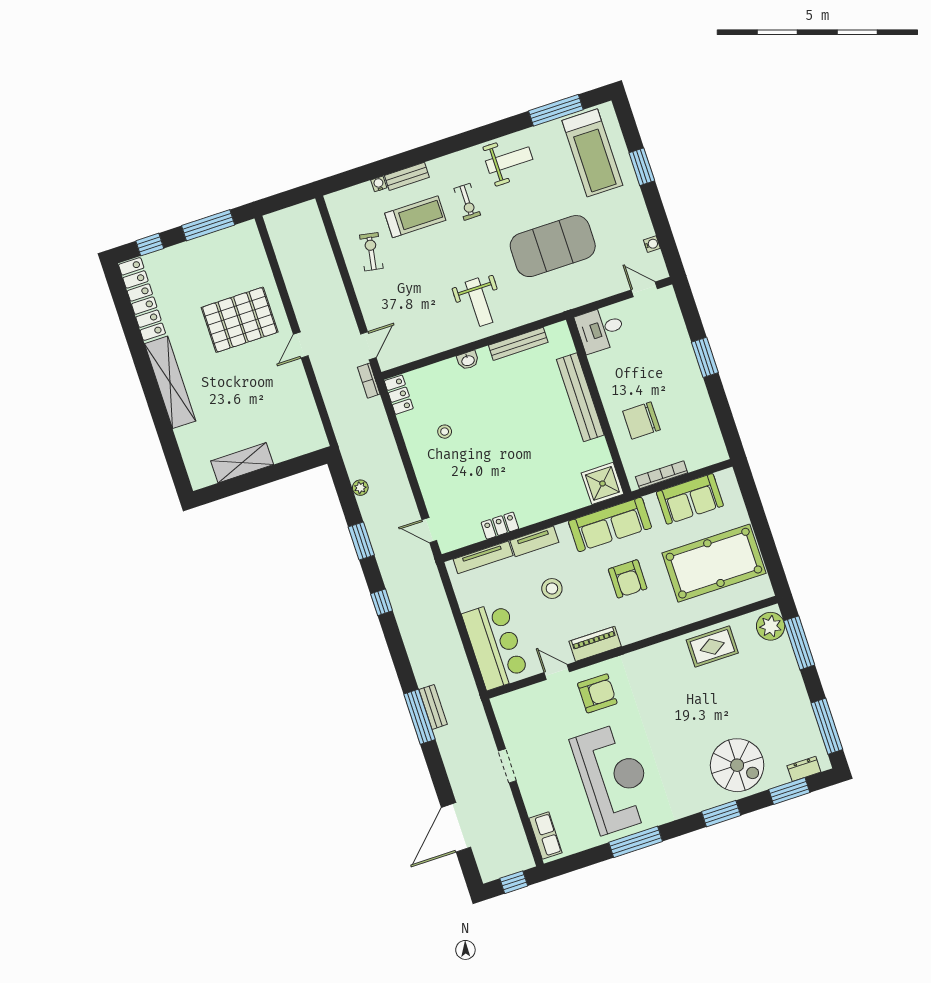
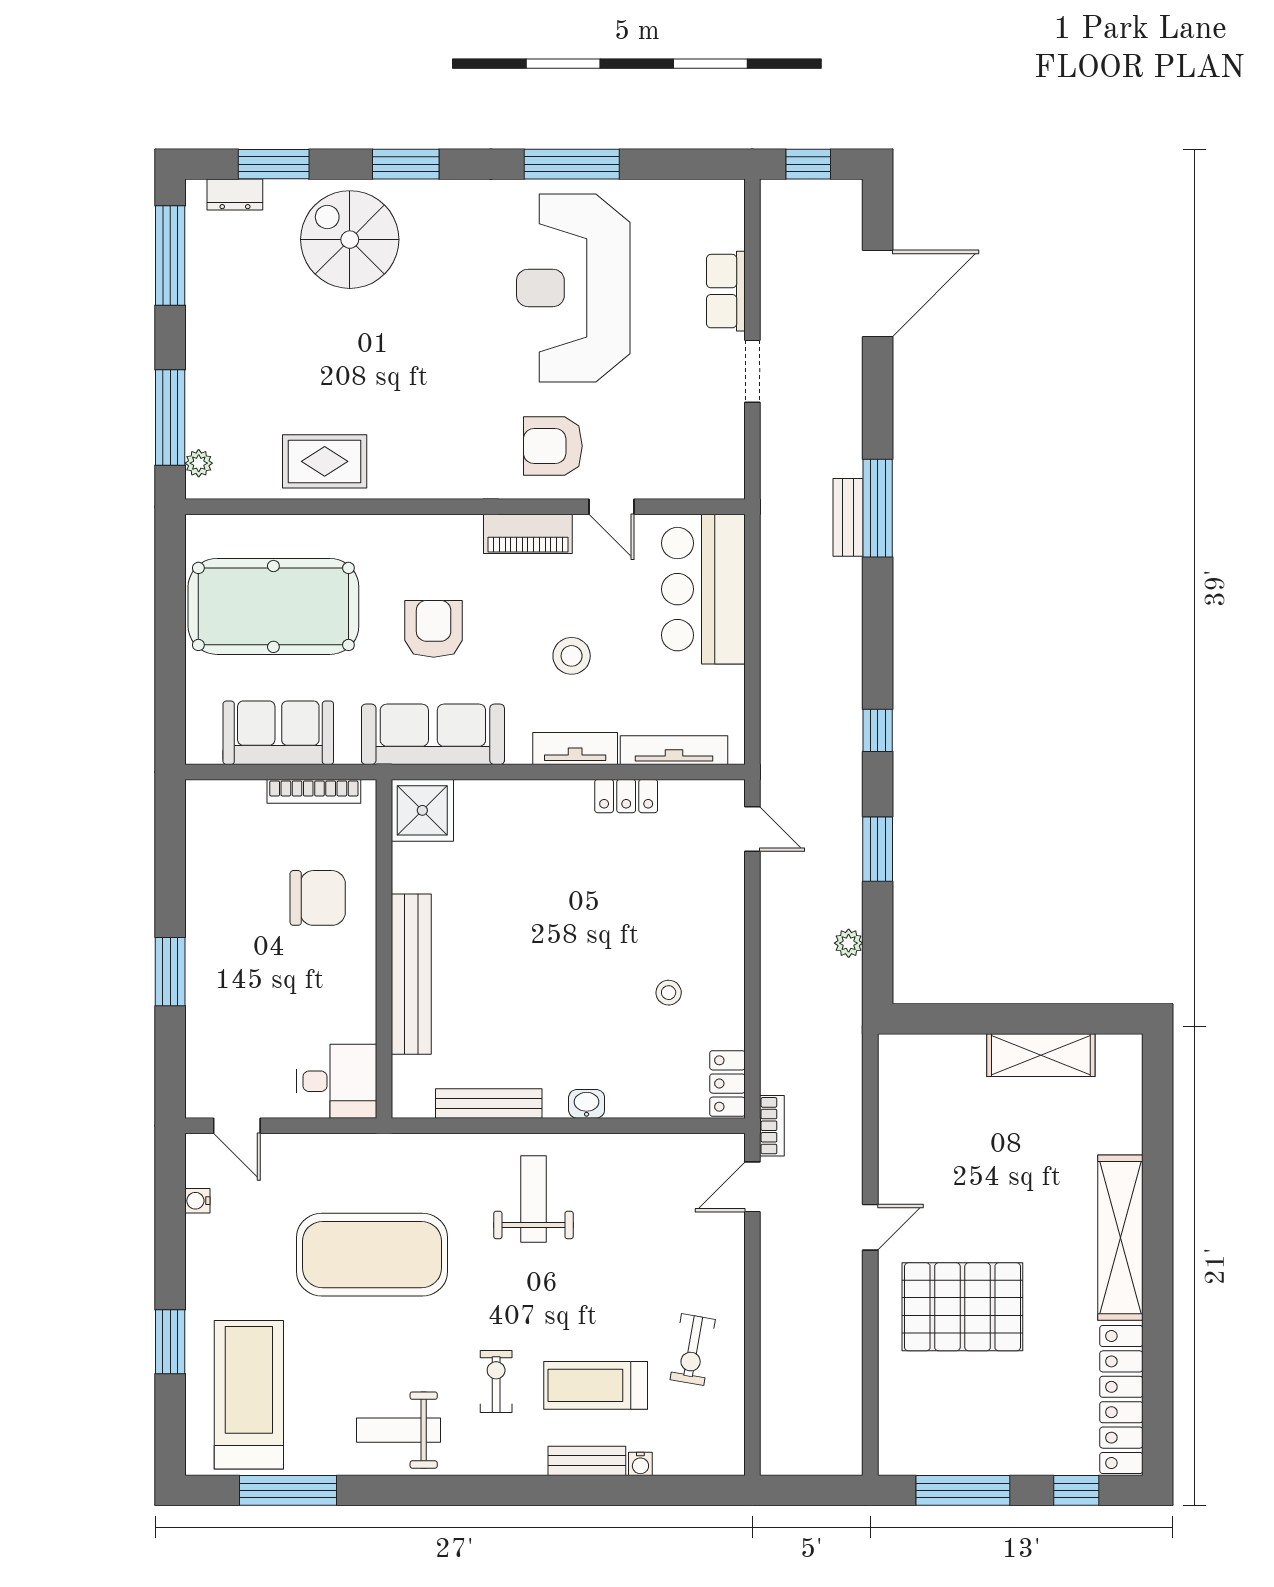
plant: (771, 626) -> (199, 463), width x0.53, depth x0.53
row of seats: (545, 836) -> (726, 291), moved

